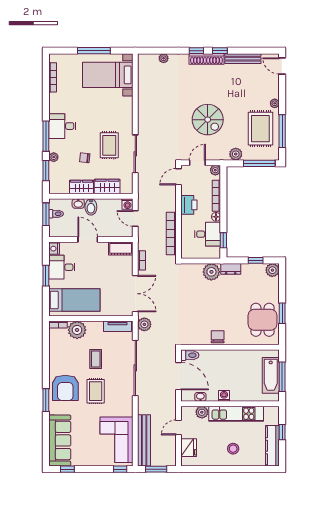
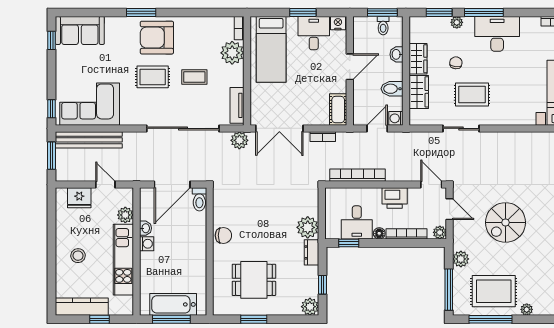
desk: (62, 126) -> (497, 34), width x1.37
sliding door: (135, 154) -> (461, 128), width x0.73
bidet: (91, 207) -> (392, 89), moved
dining table: (263, 320) -> (254, 280), moved
washbasin: (200, 397) -> (145, 228), moved
sofa: (60, 440) -> (80, 30), width x0.73

